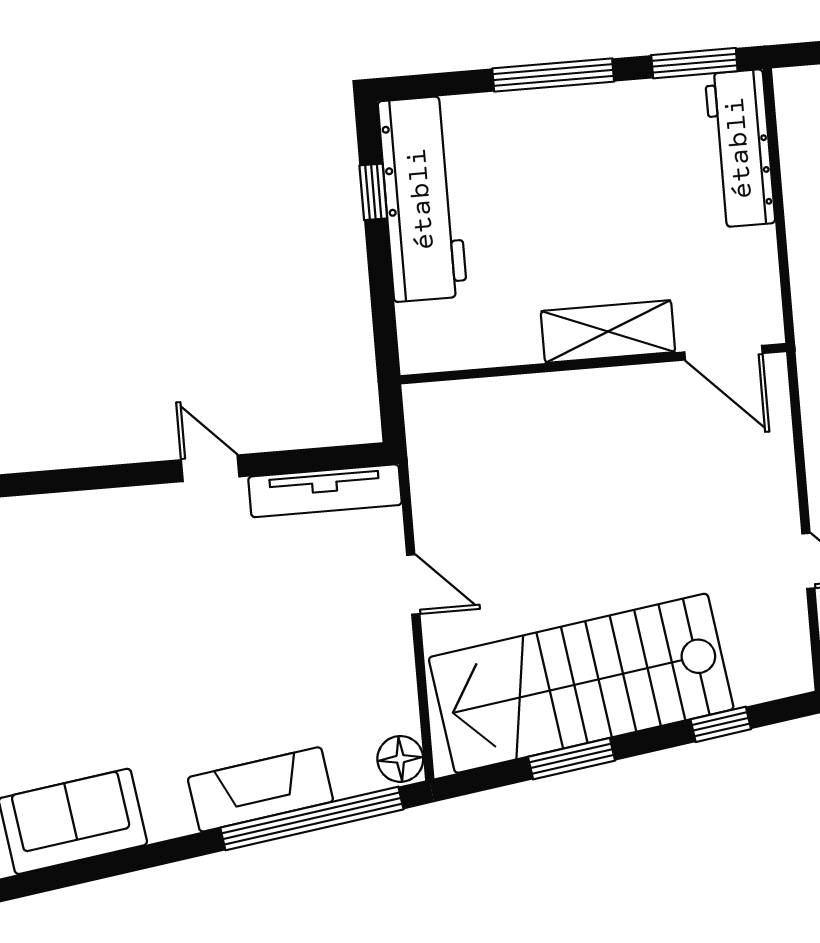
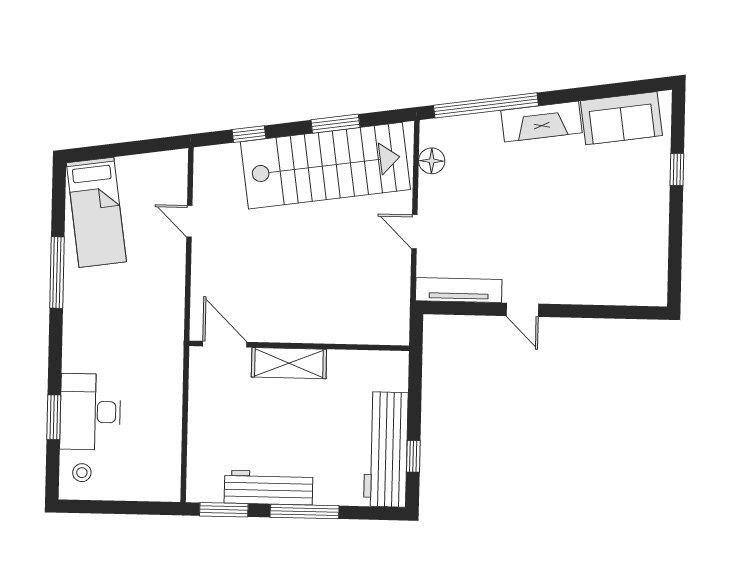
workbench: (740, 148) -> (268, 488), moved, turned -90
floor lamp: (400, 759) -> (432, 161), moved
fireplace: (260, 789) -> (541, 122), moved

